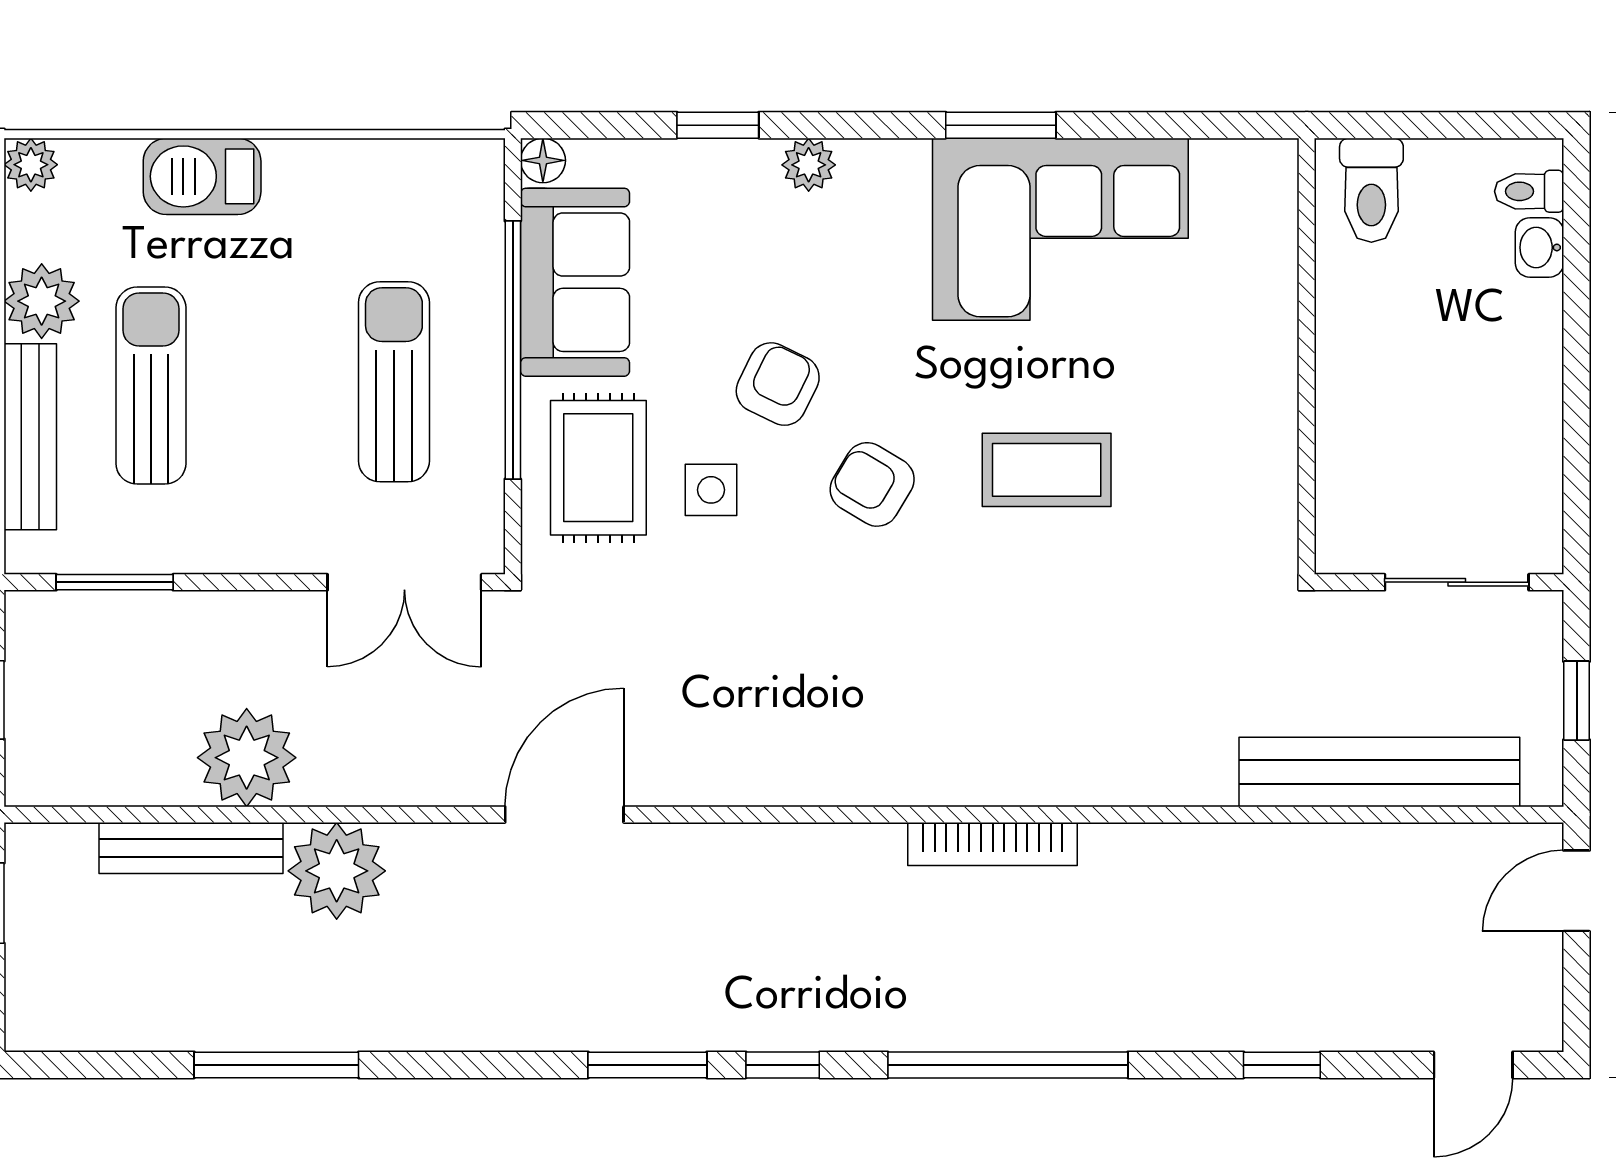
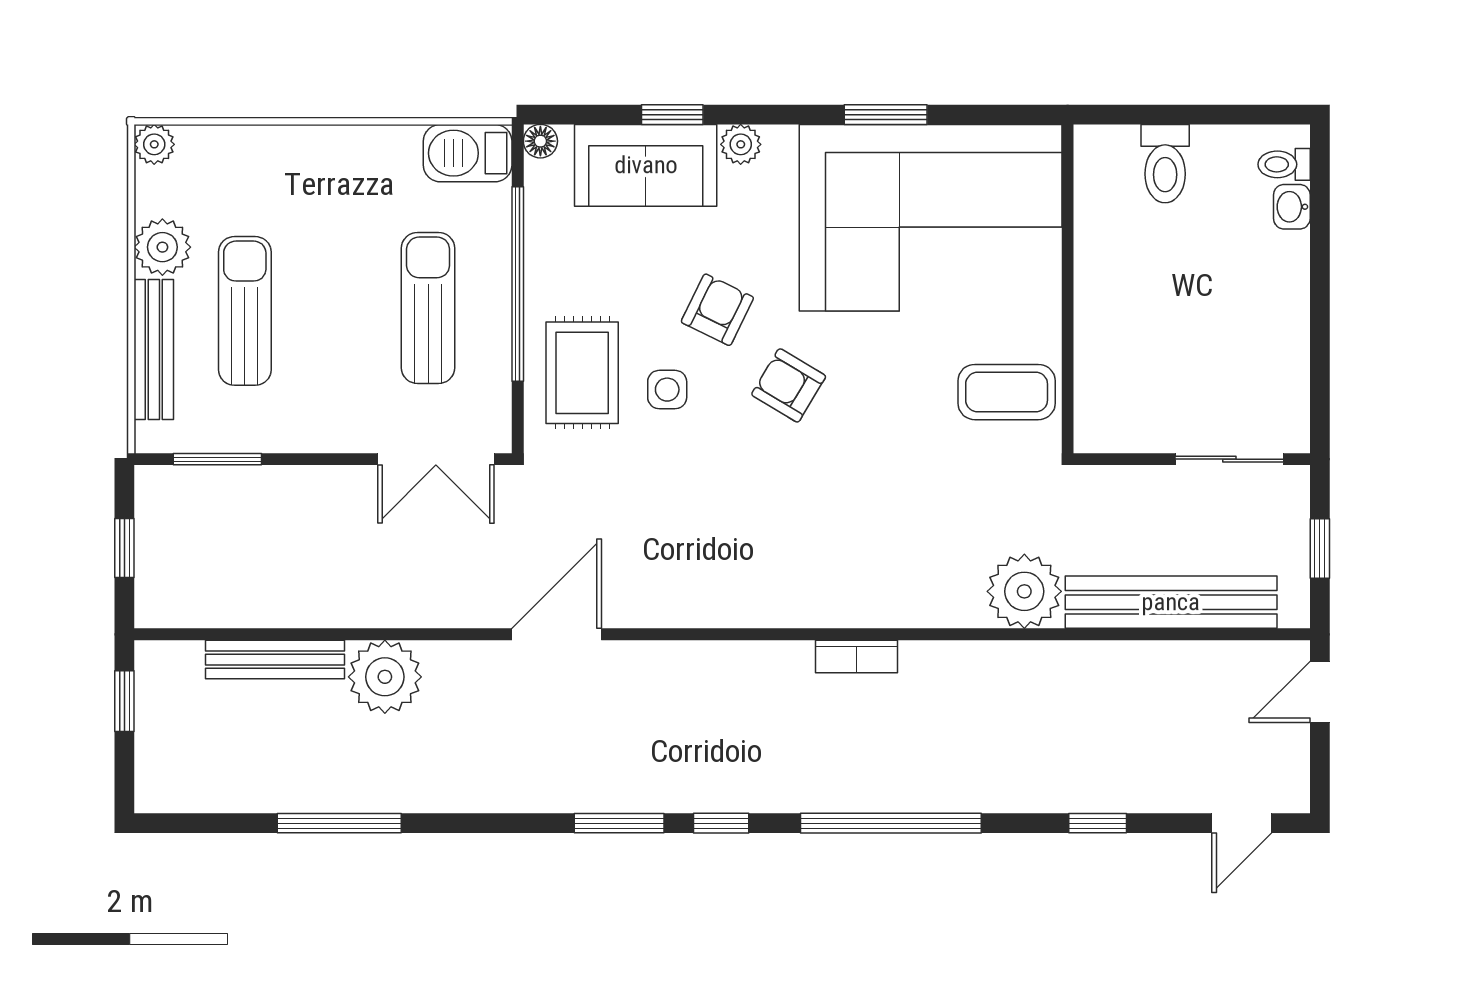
barbecue: (202, 176) -> (468, 153), moved
corner sofa: (1060, 229) -> (931, 218), width x1.36, depth x1.36
sofa: (575, 282) -> (646, 165), moved, turned 90
wall: (1307, 356) -> (1068, 289), moved
coffee table: (1047, 470) -> (1007, 392), moved
plant: (247, 758) -> (1024, 591), moved
bookcase: (993, 844) -> (857, 657), width x0.64

